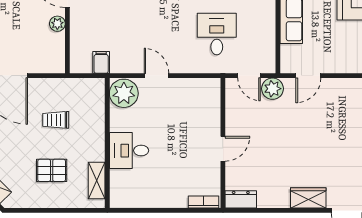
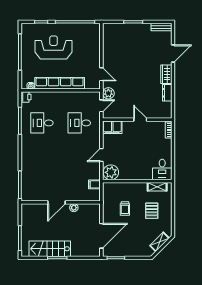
filing cabinet: (209, 96) -> (112, 127), added
desk: (129, 151) -> (162, 170), moved
dresser: (241, 199) -> (167, 93), moved

